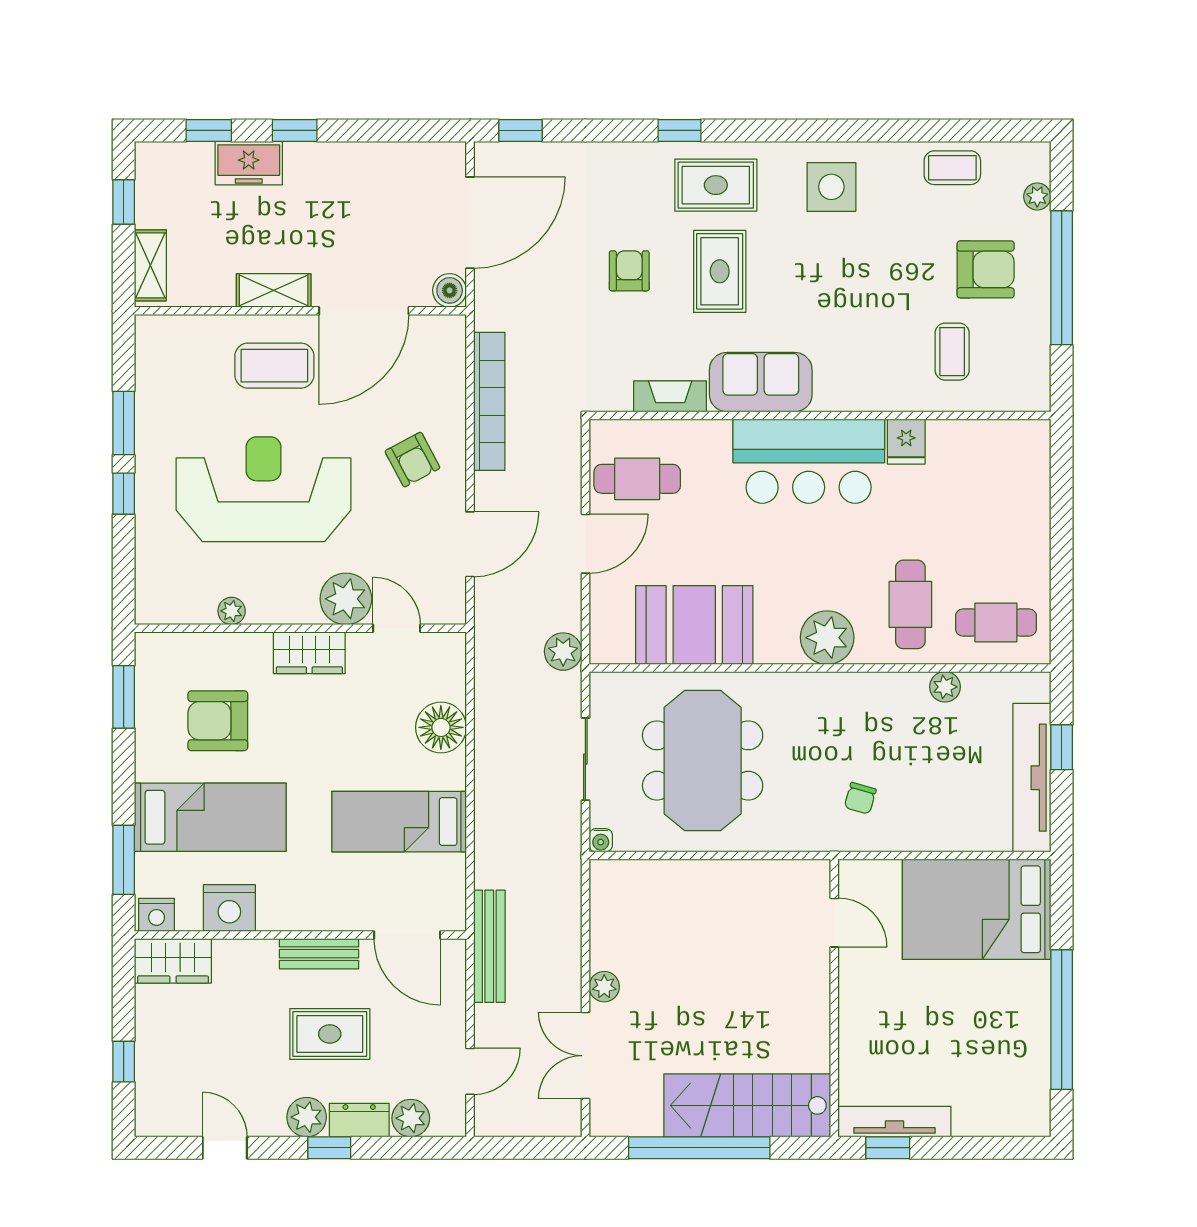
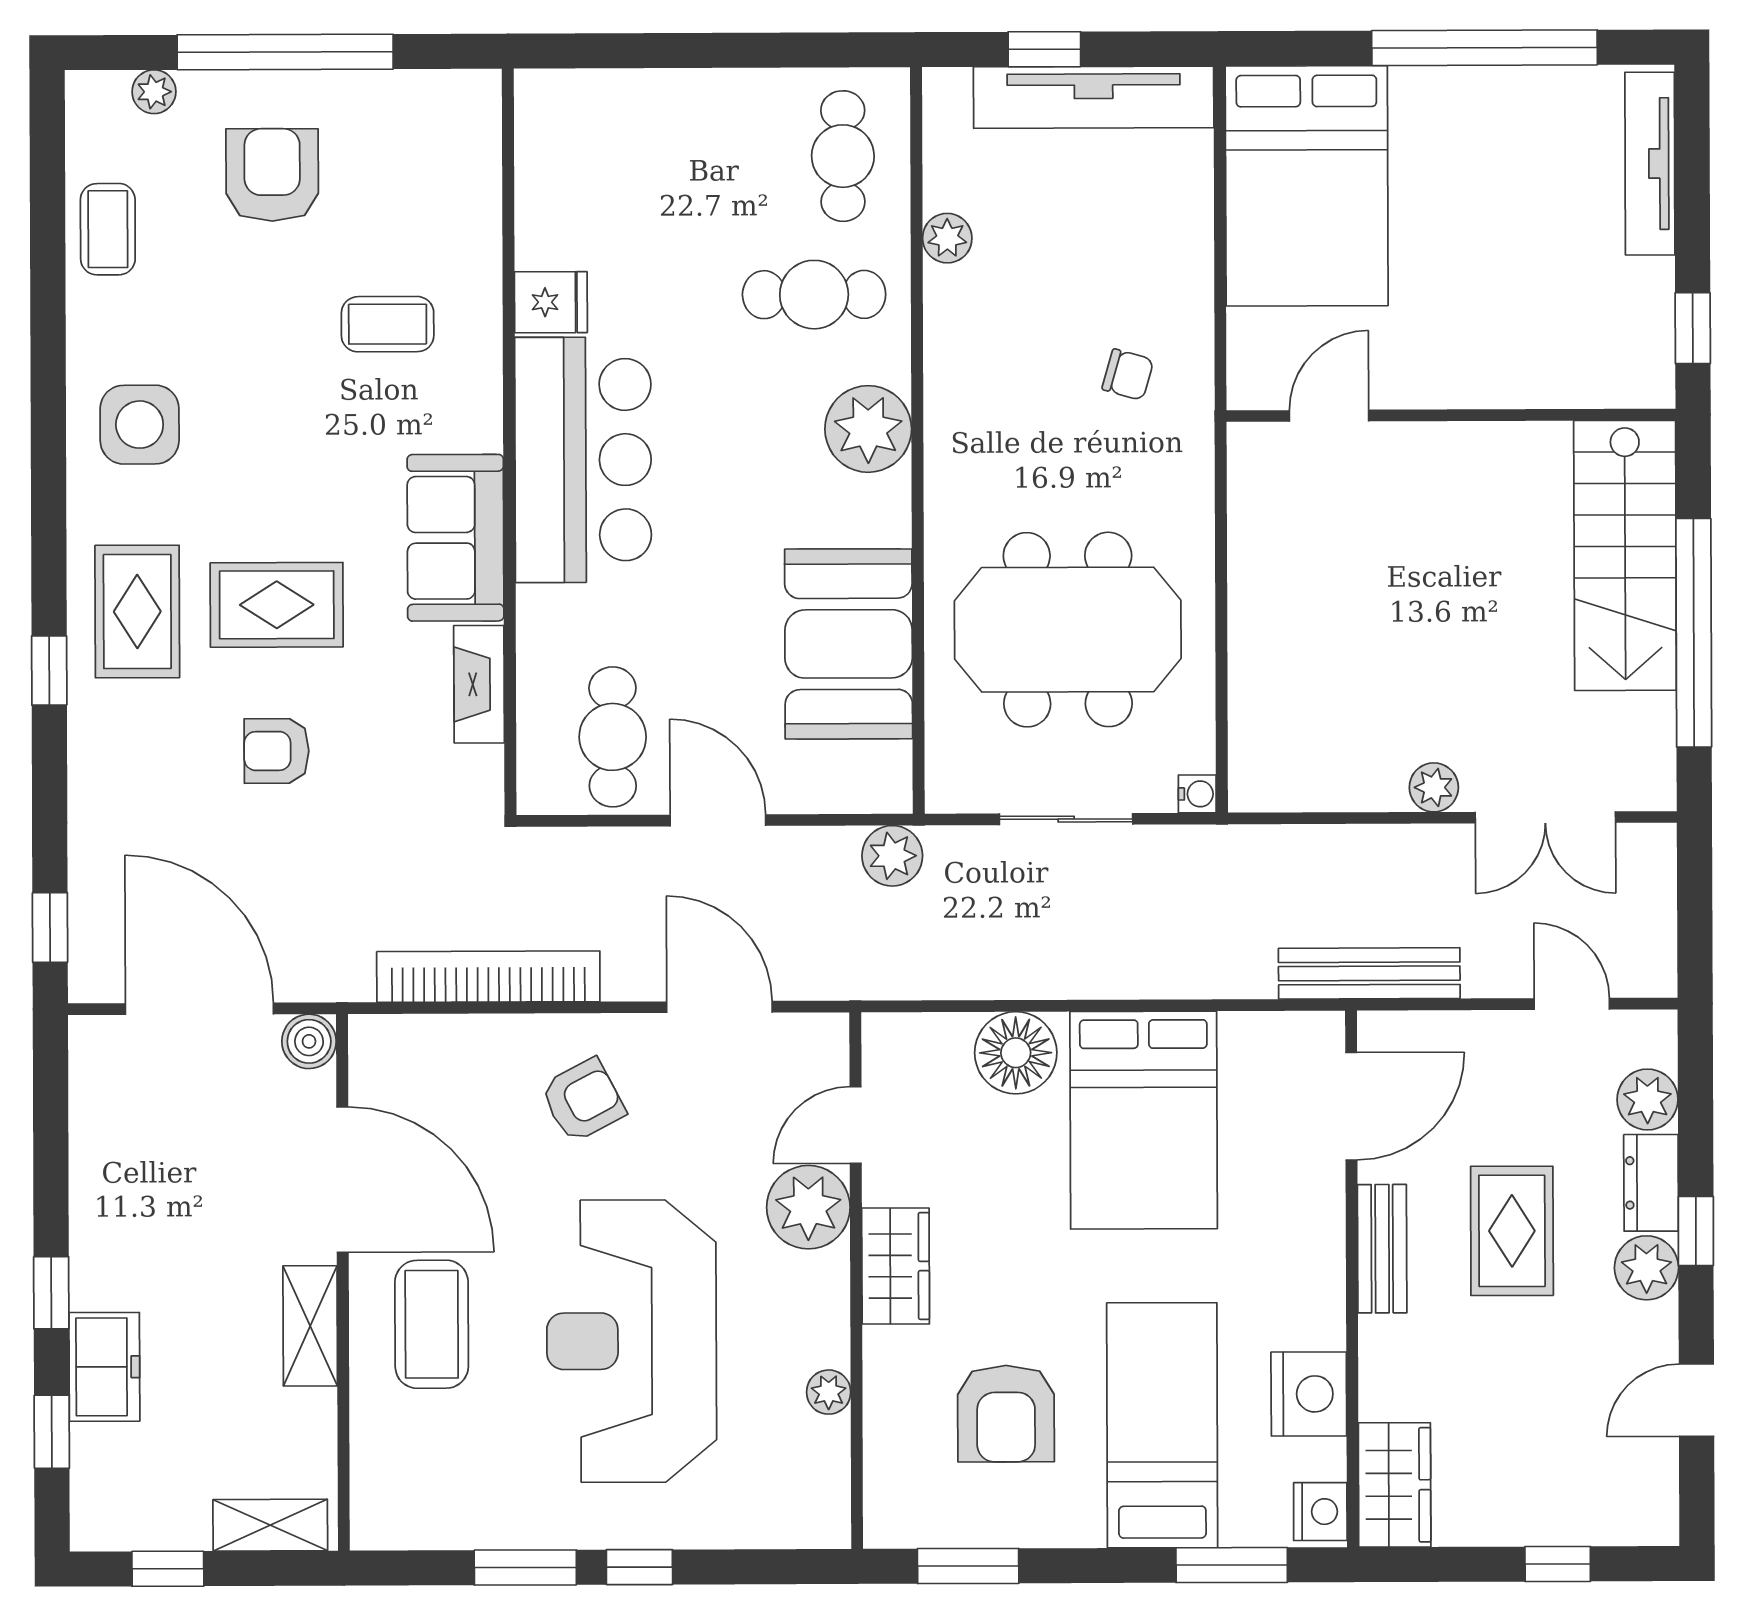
coffee table: (952, 352) -> (388, 324), moved
bed: (399, 822) -> (1144, 1120), width x1.50
tv unit: (894, 1122) -> (1650, 164), moved

